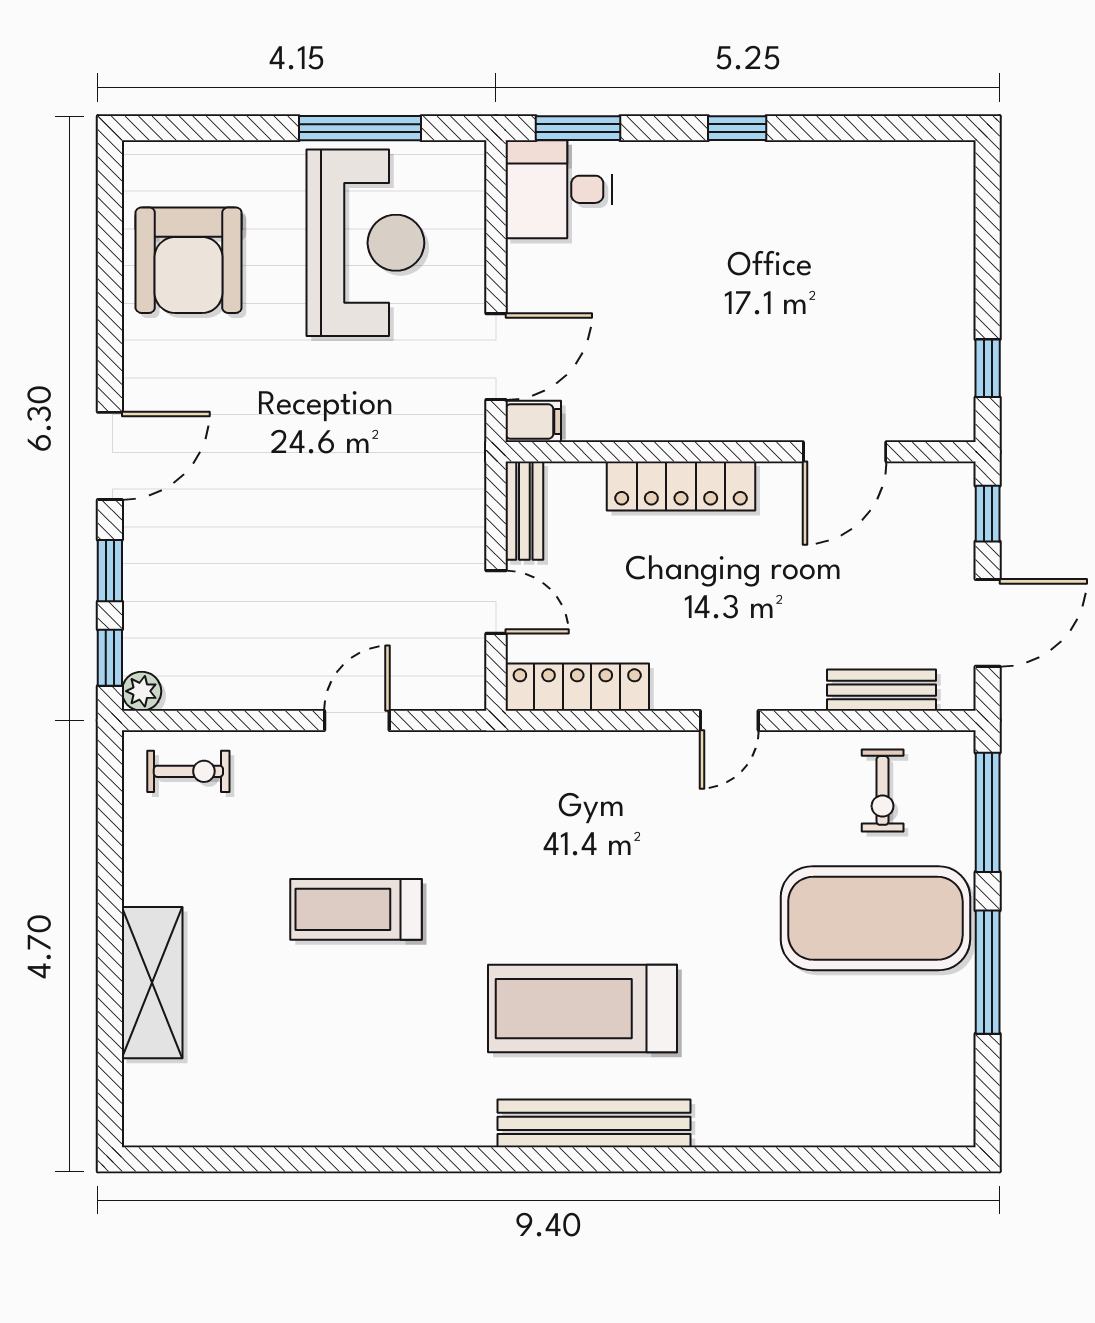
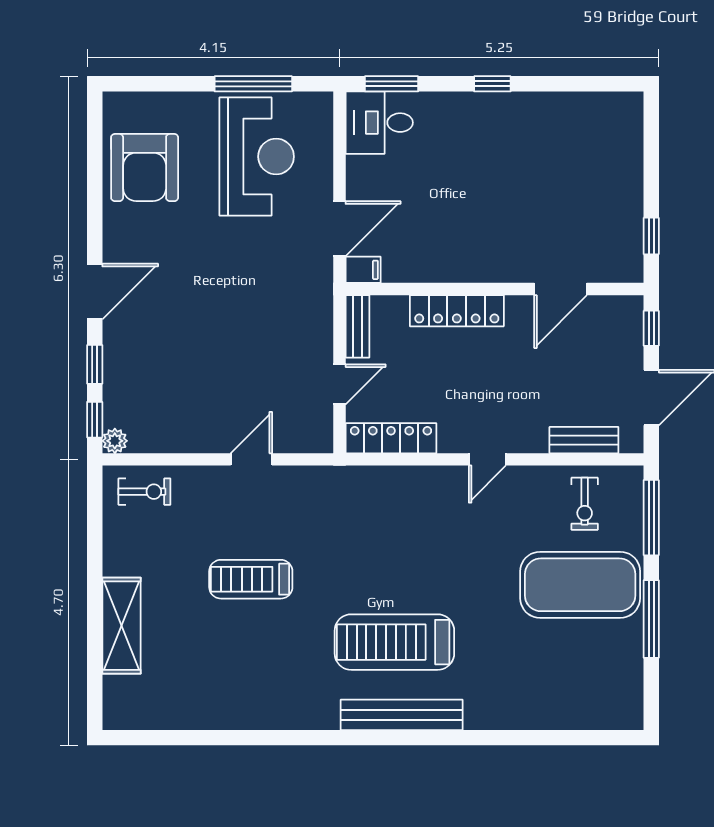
door: (496, 602) -> (340, 384), hinge flipped

